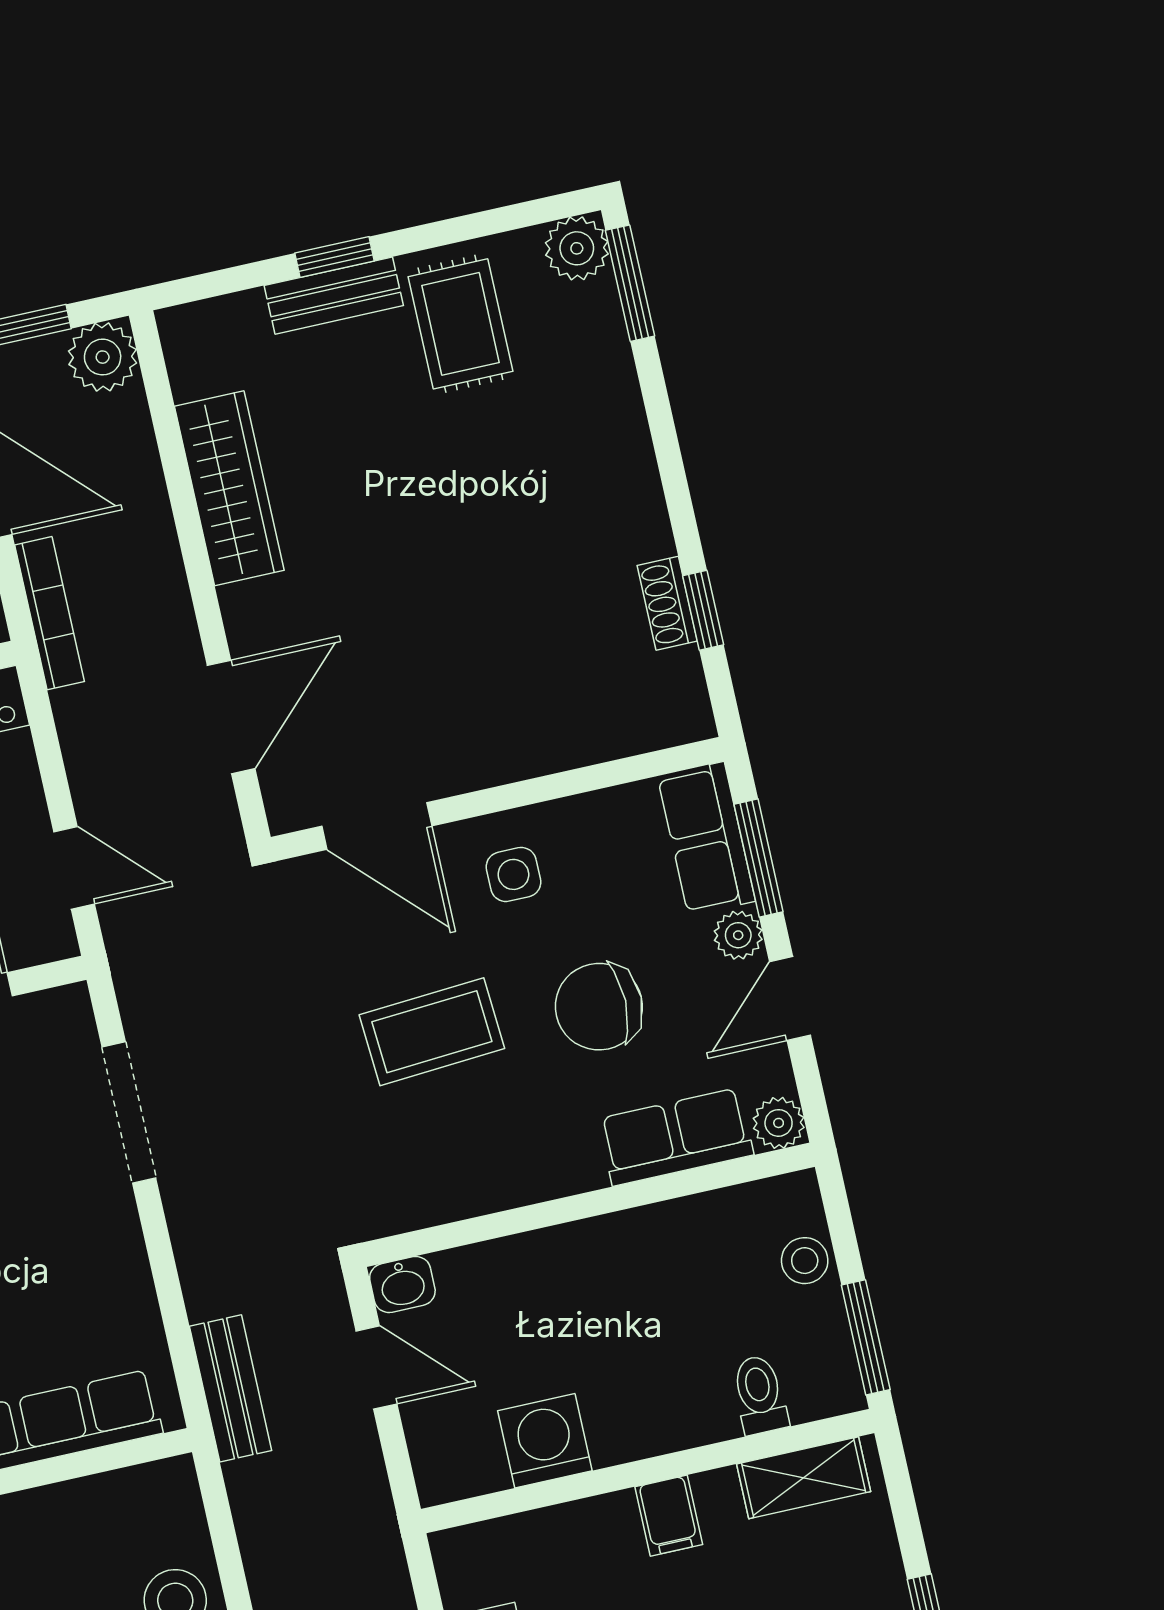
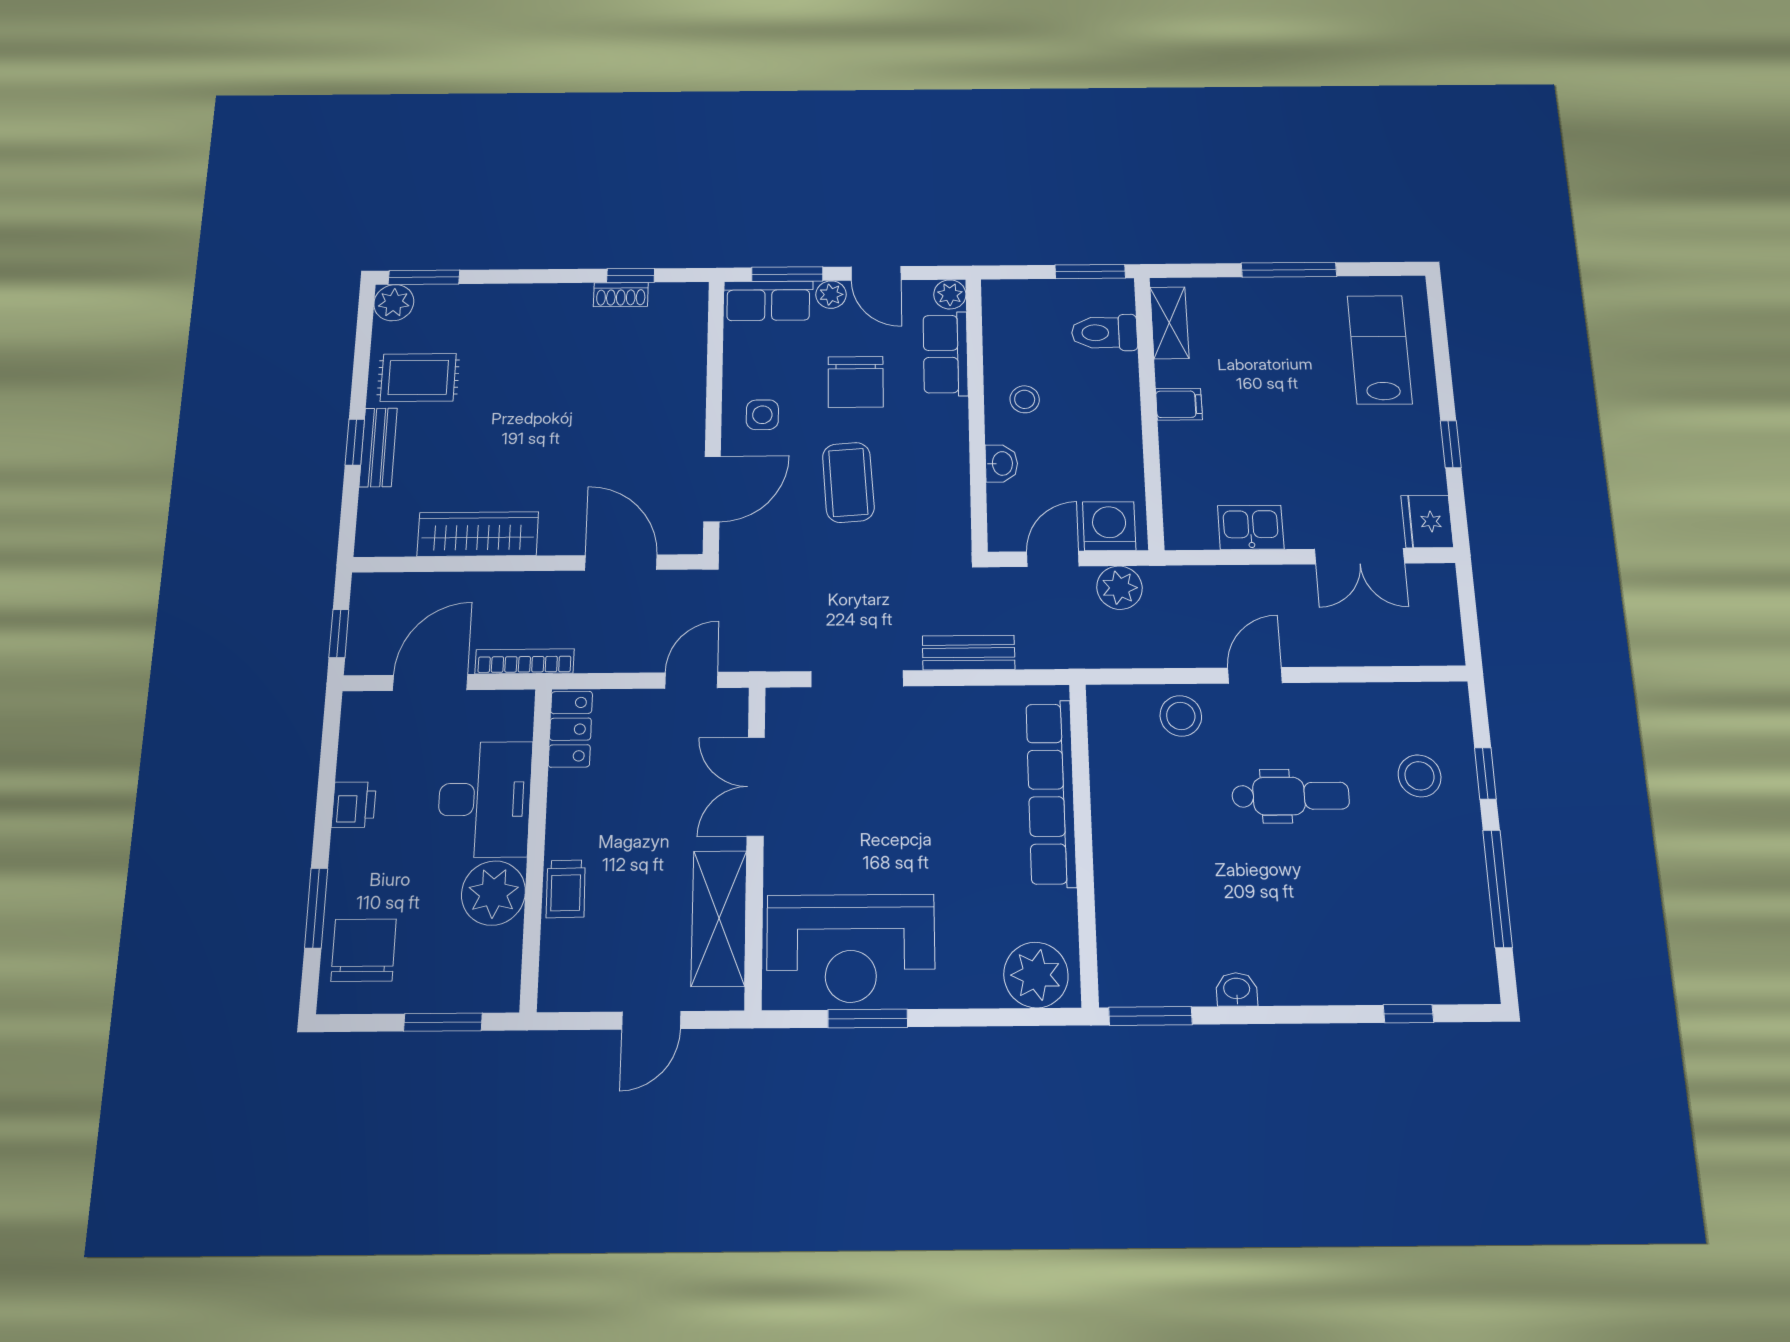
plant: (103, 357) -> (1119, 588), moved
stool: (805, 1261) -> (1025, 399), moved
washbasin: (402, 1284) -> (1001, 463), moved
bench: (231, 1388) -> (969, 653), moved
toilet: (760, 1395) -> (1104, 333), width x1.37, depth x1.39
washing machine: (545, 1441) -> (1109, 526), moved, turned 90

